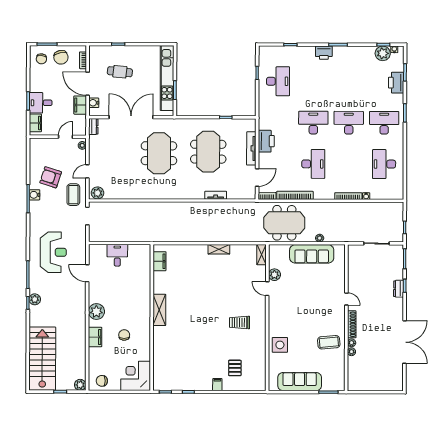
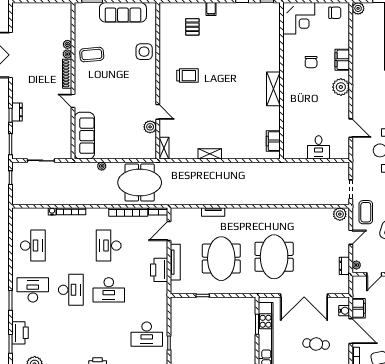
desk: (278, 81) -> (147, 334), turned -90
desk: (349, 123) -> (71, 290), turned -90
desk: (384, 123) -> (33, 290), turned 180
dresser: (93, 126) -> (344, 266), moved
sofa: (312, 254) -> (84, 136), moved, turned 90

